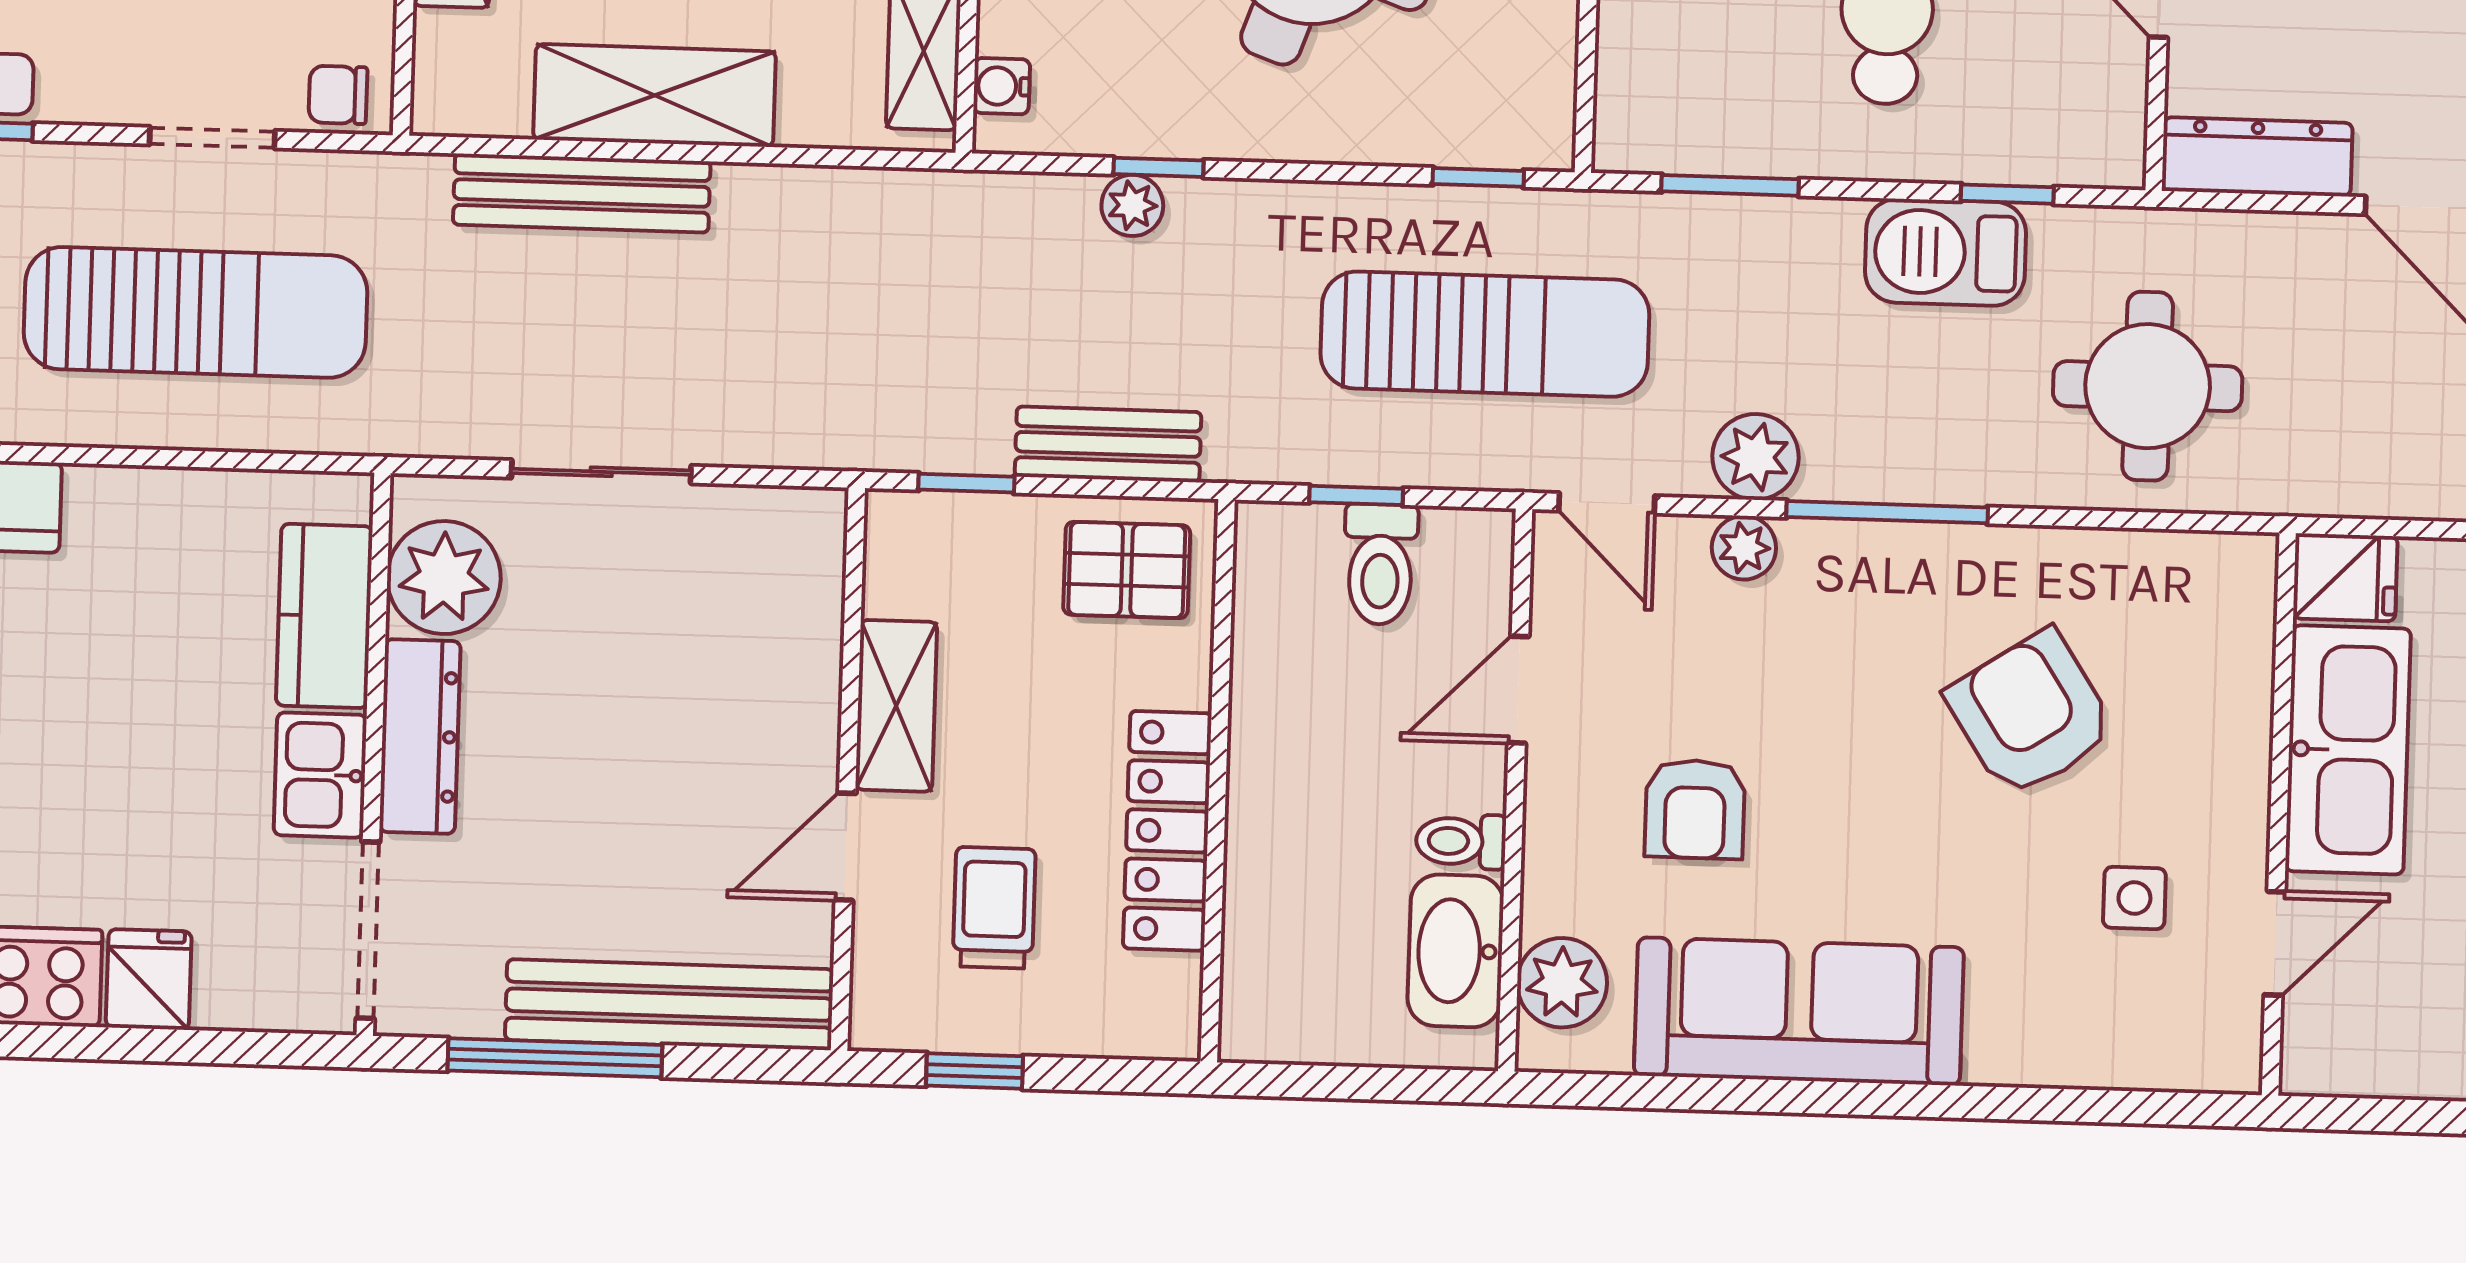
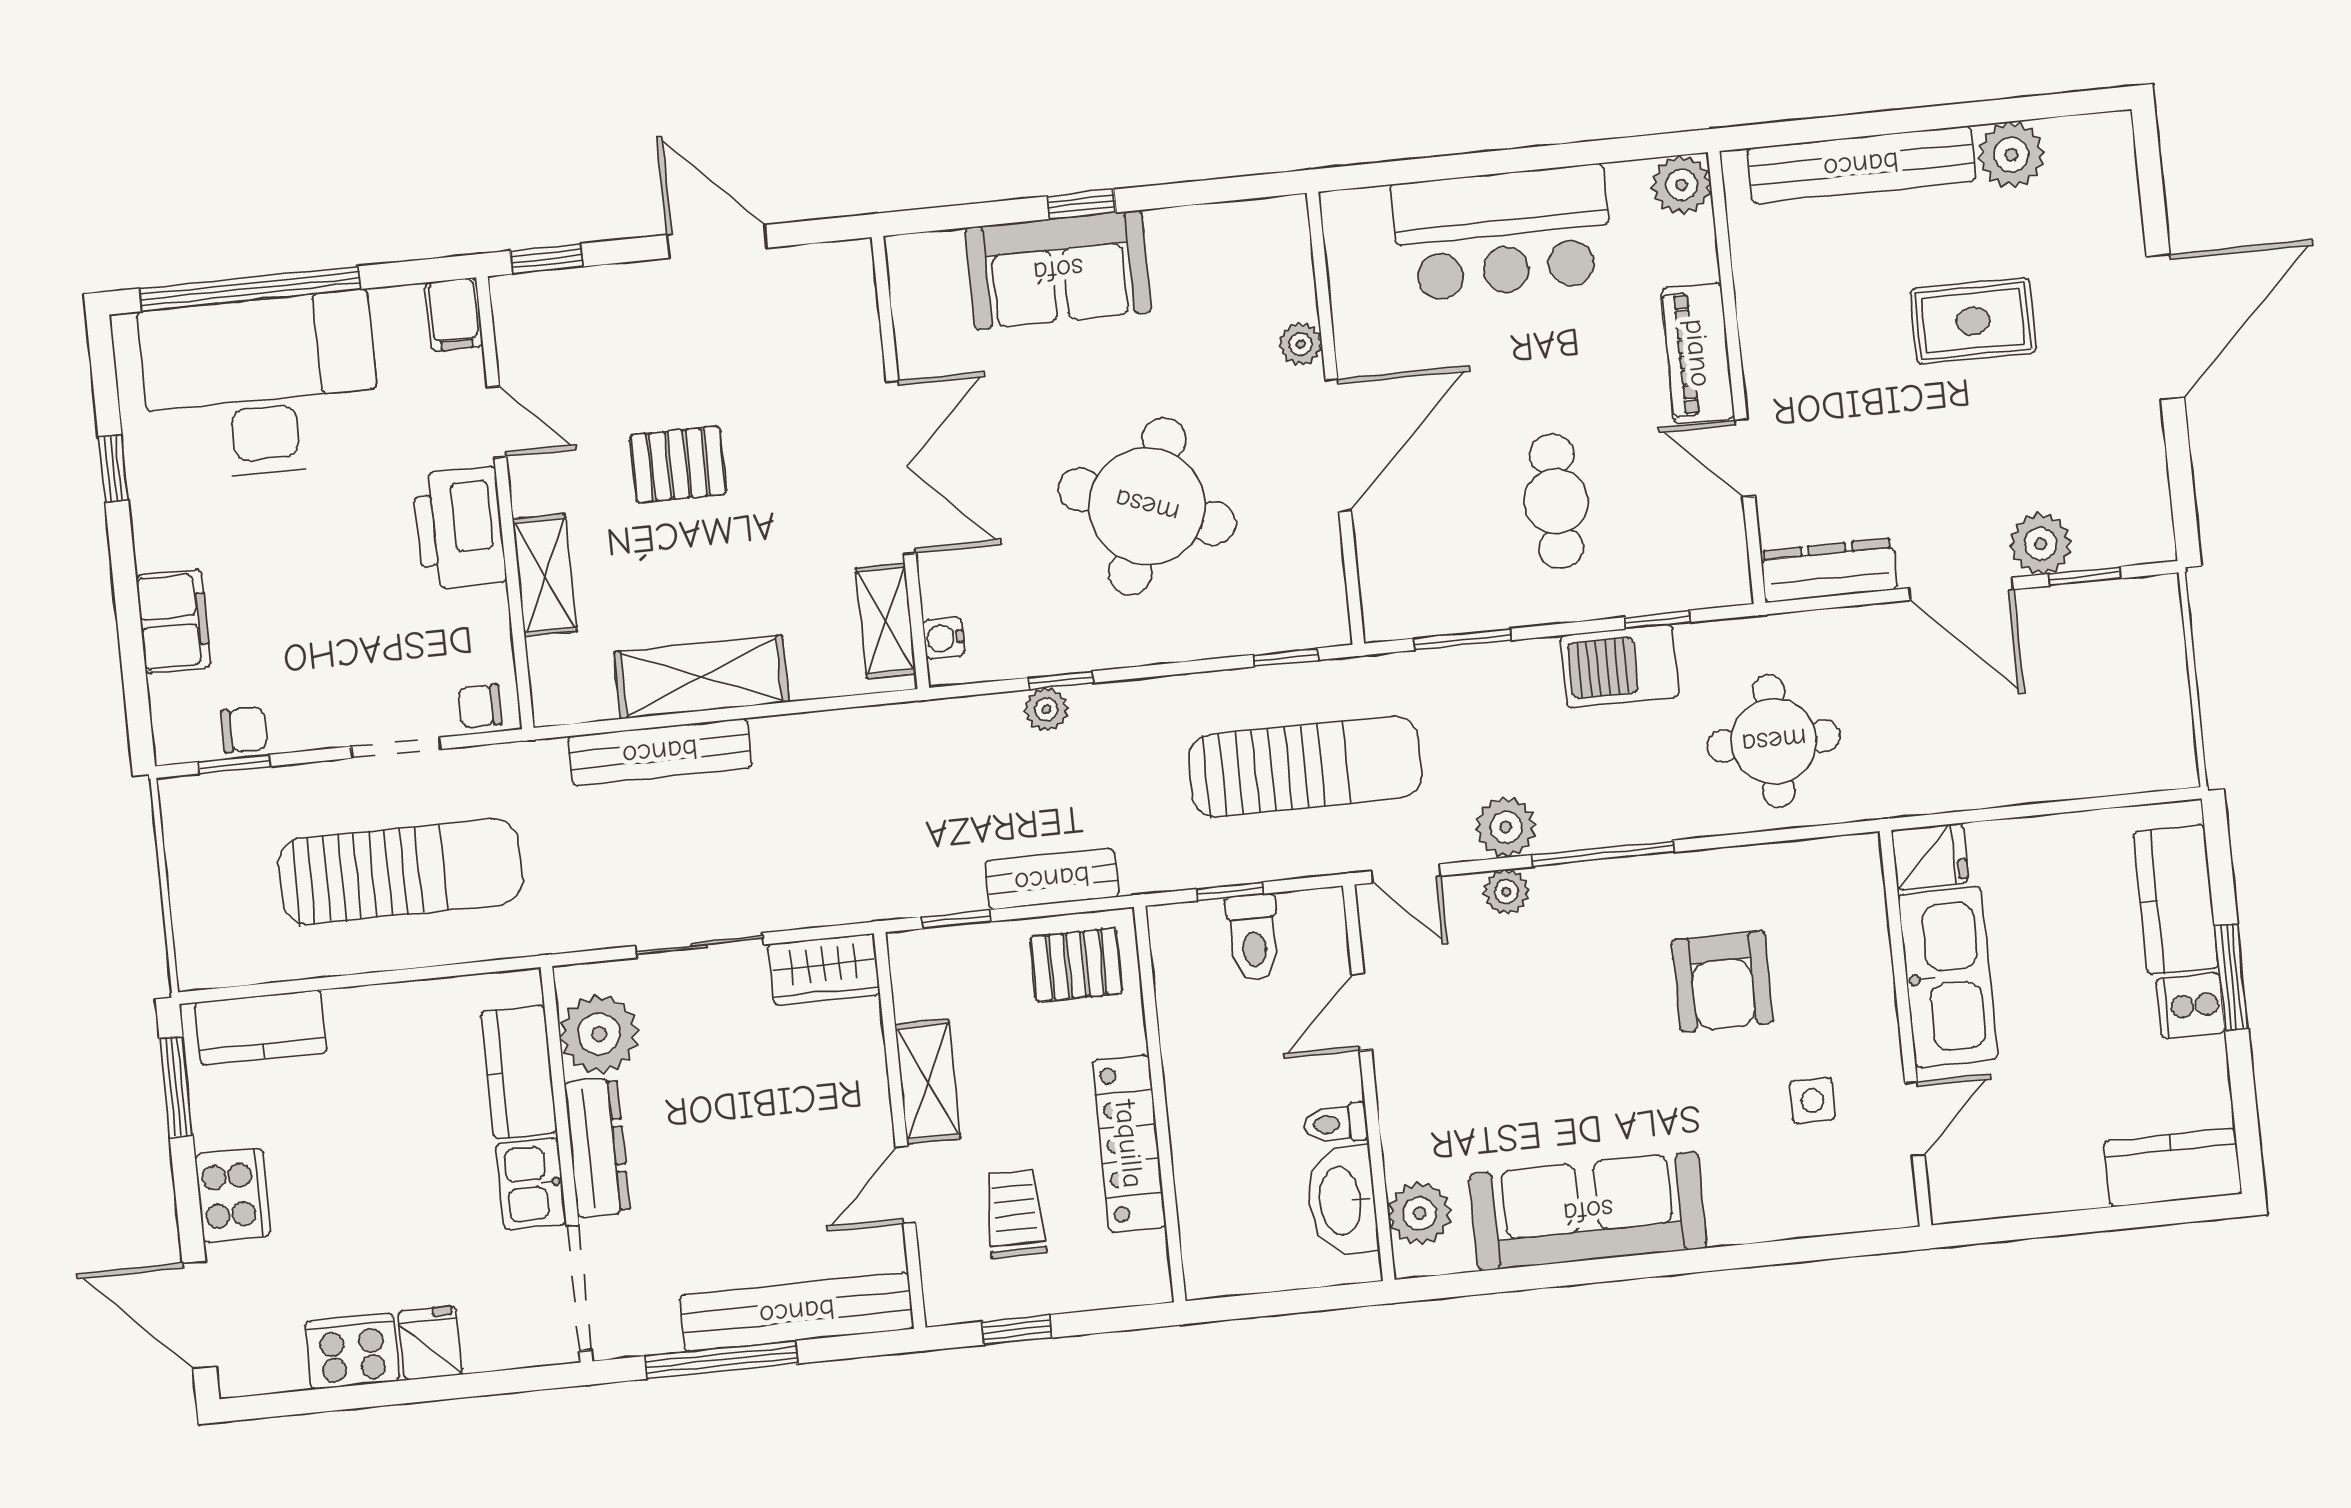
wardrobe: (771, 529) -> (824, 970), added
armchair: (2031, 714) -> (1722, 981), turned -147
armchair: (1695, 809) -> (1496, 1079), removed

